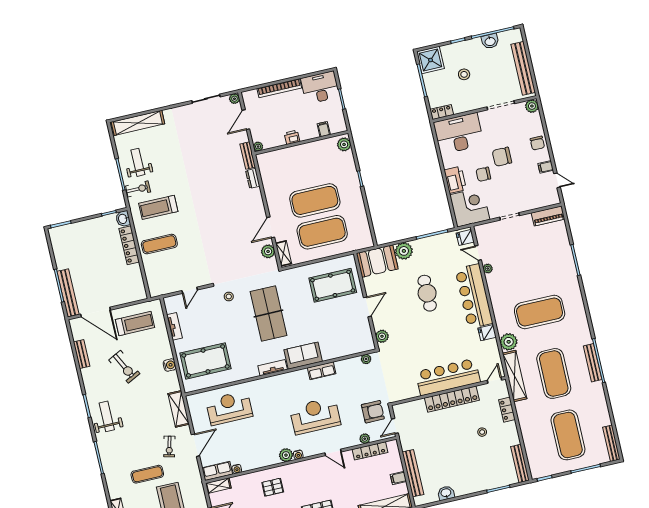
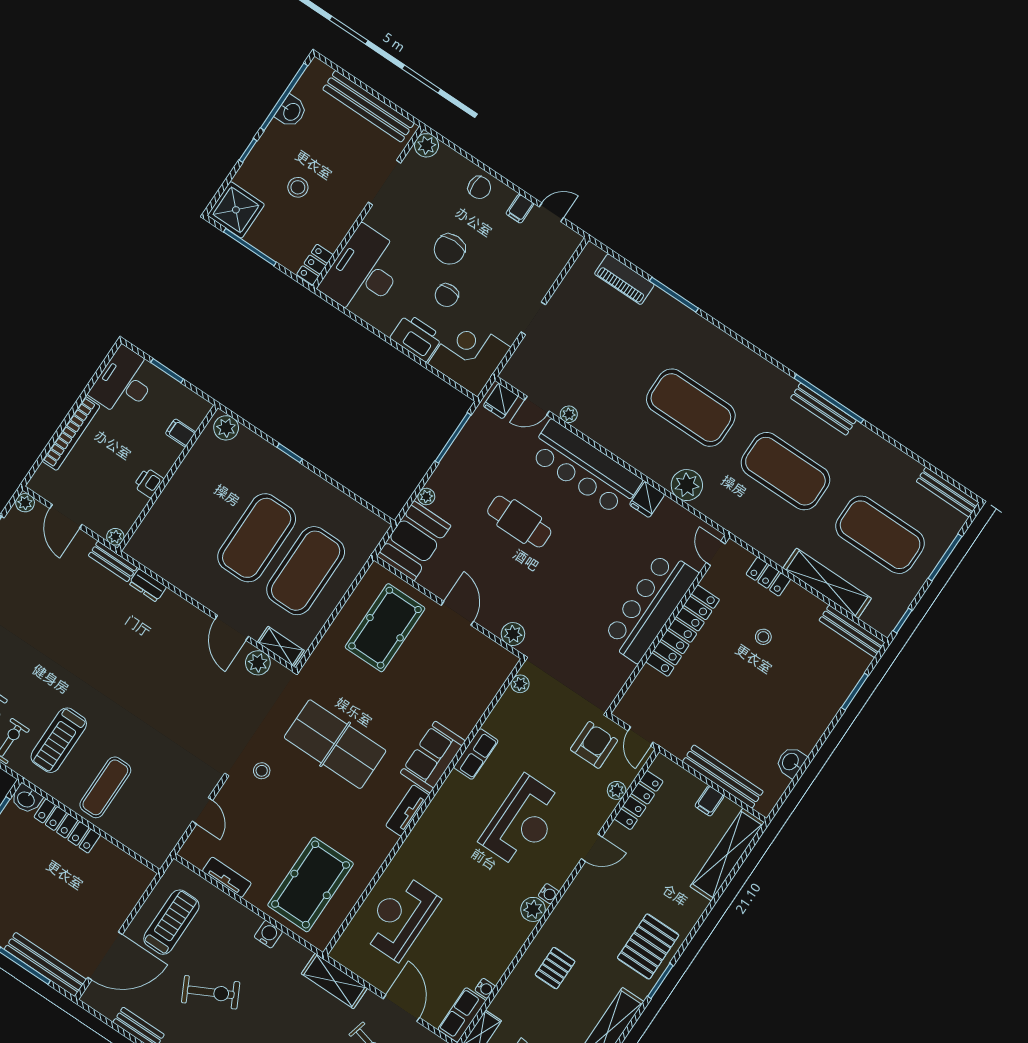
piano: (548, 216) -> (624, 279), moved, turned 90
plant: (404, 251) -> (426, 497), width x0.53, depth x0.53
exercise mat: (540, 312) -> (691, 408), turned 90
shelving: (515, 376) -> (827, 583), moved
reception desk: (315, 416) -> (523, 822), turned 180

